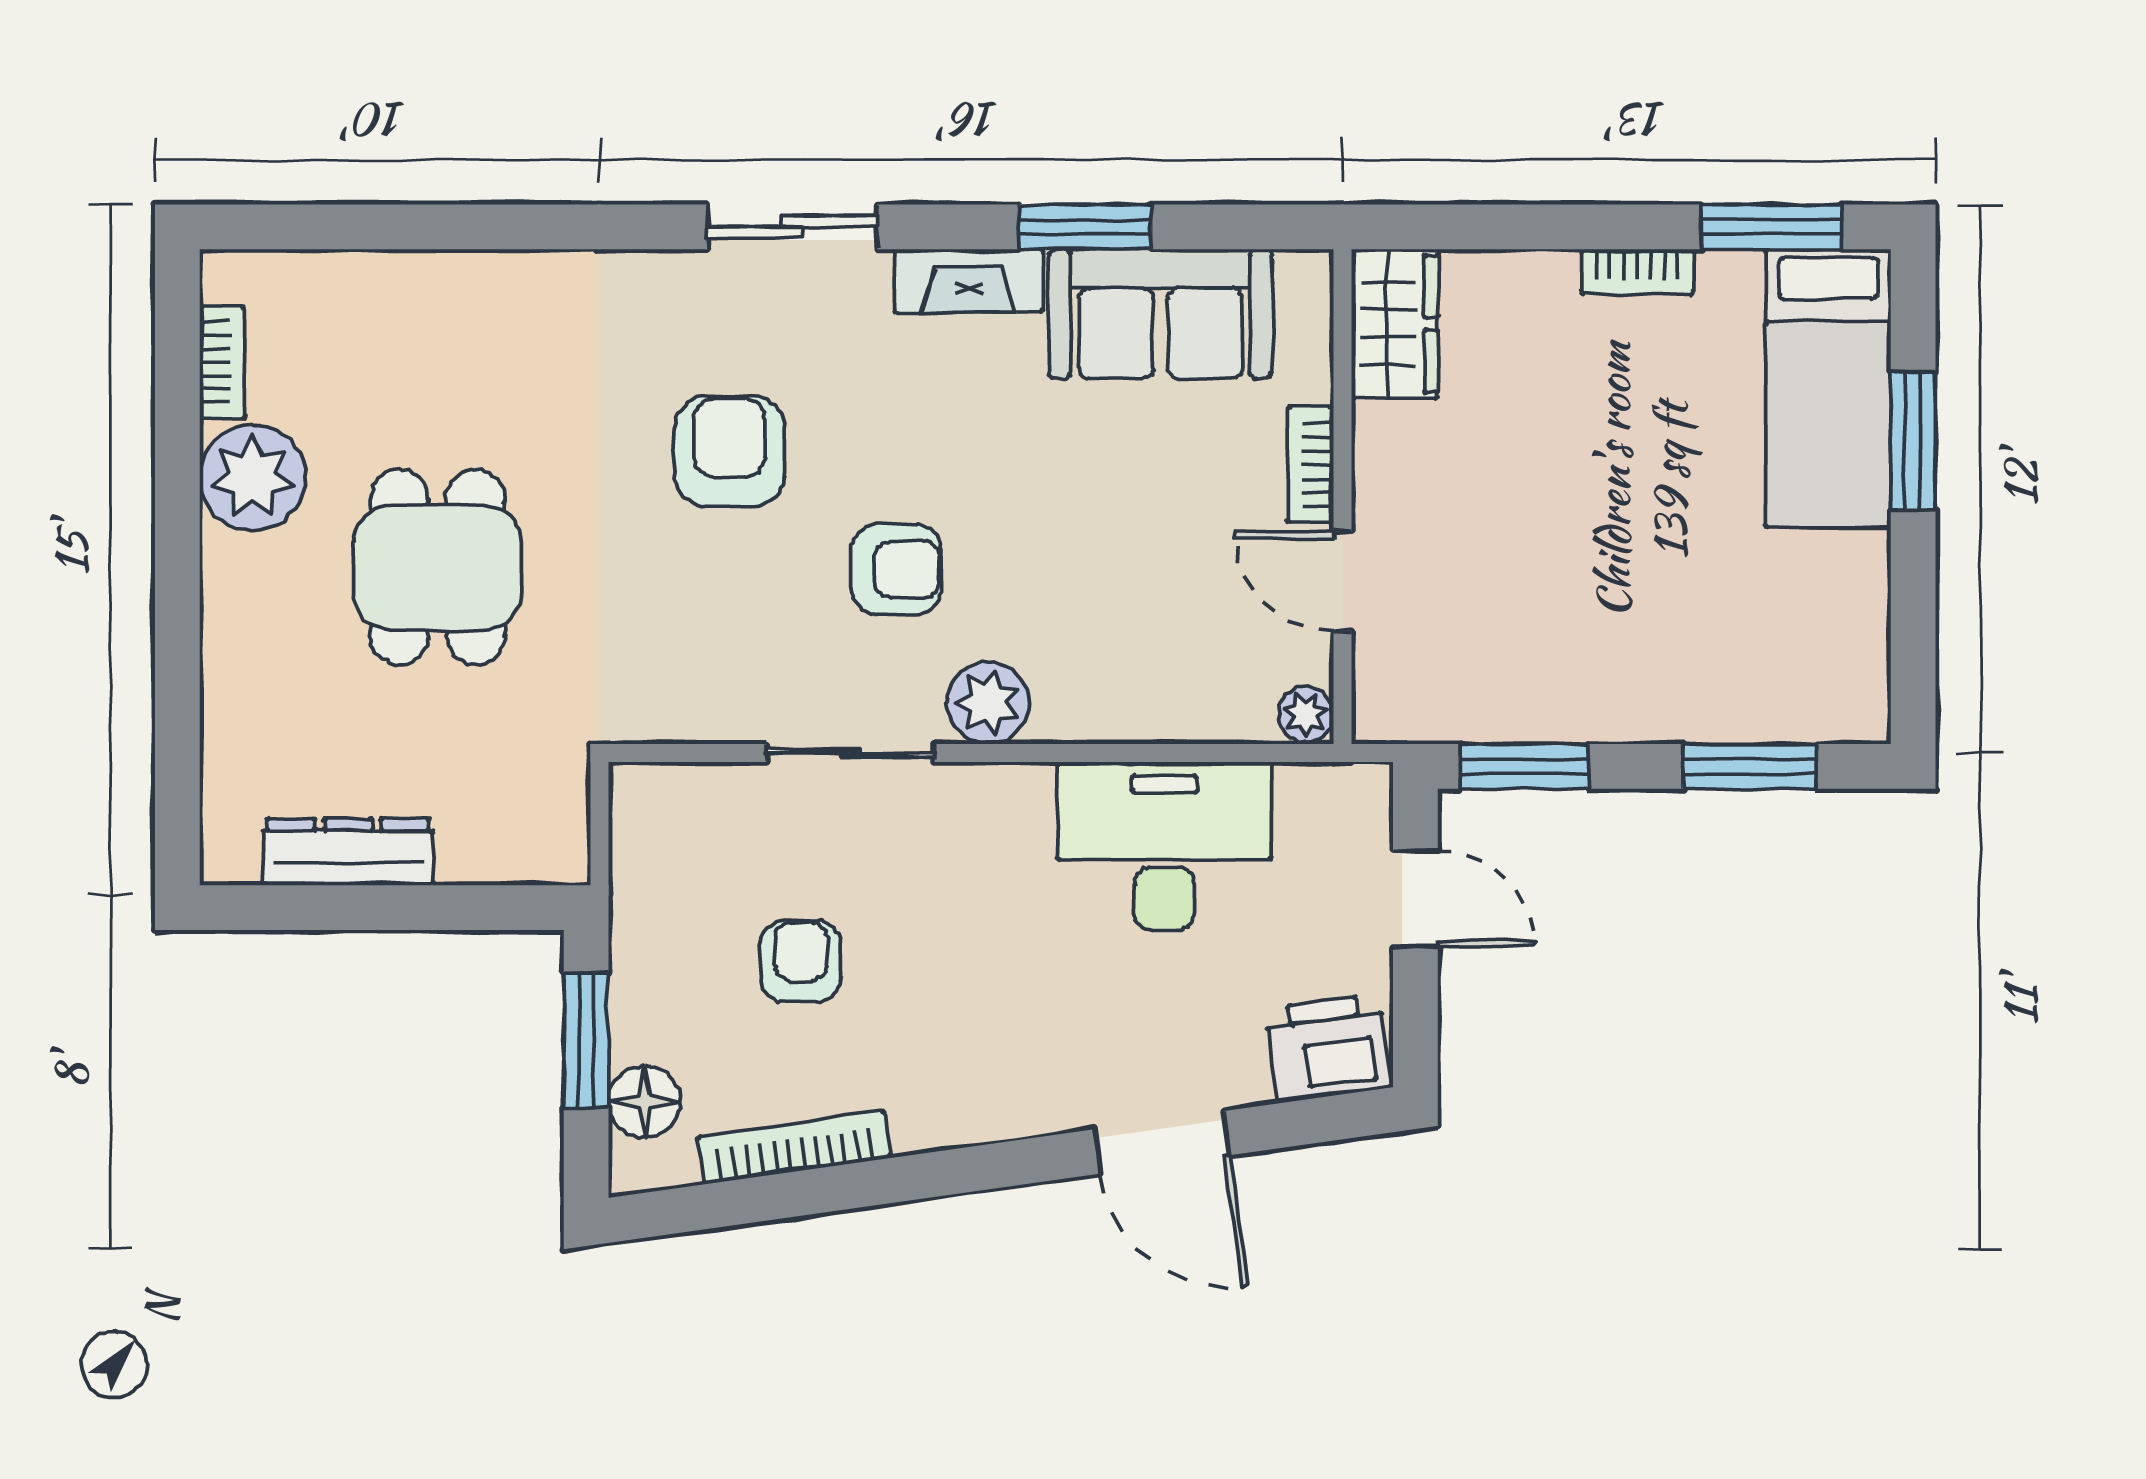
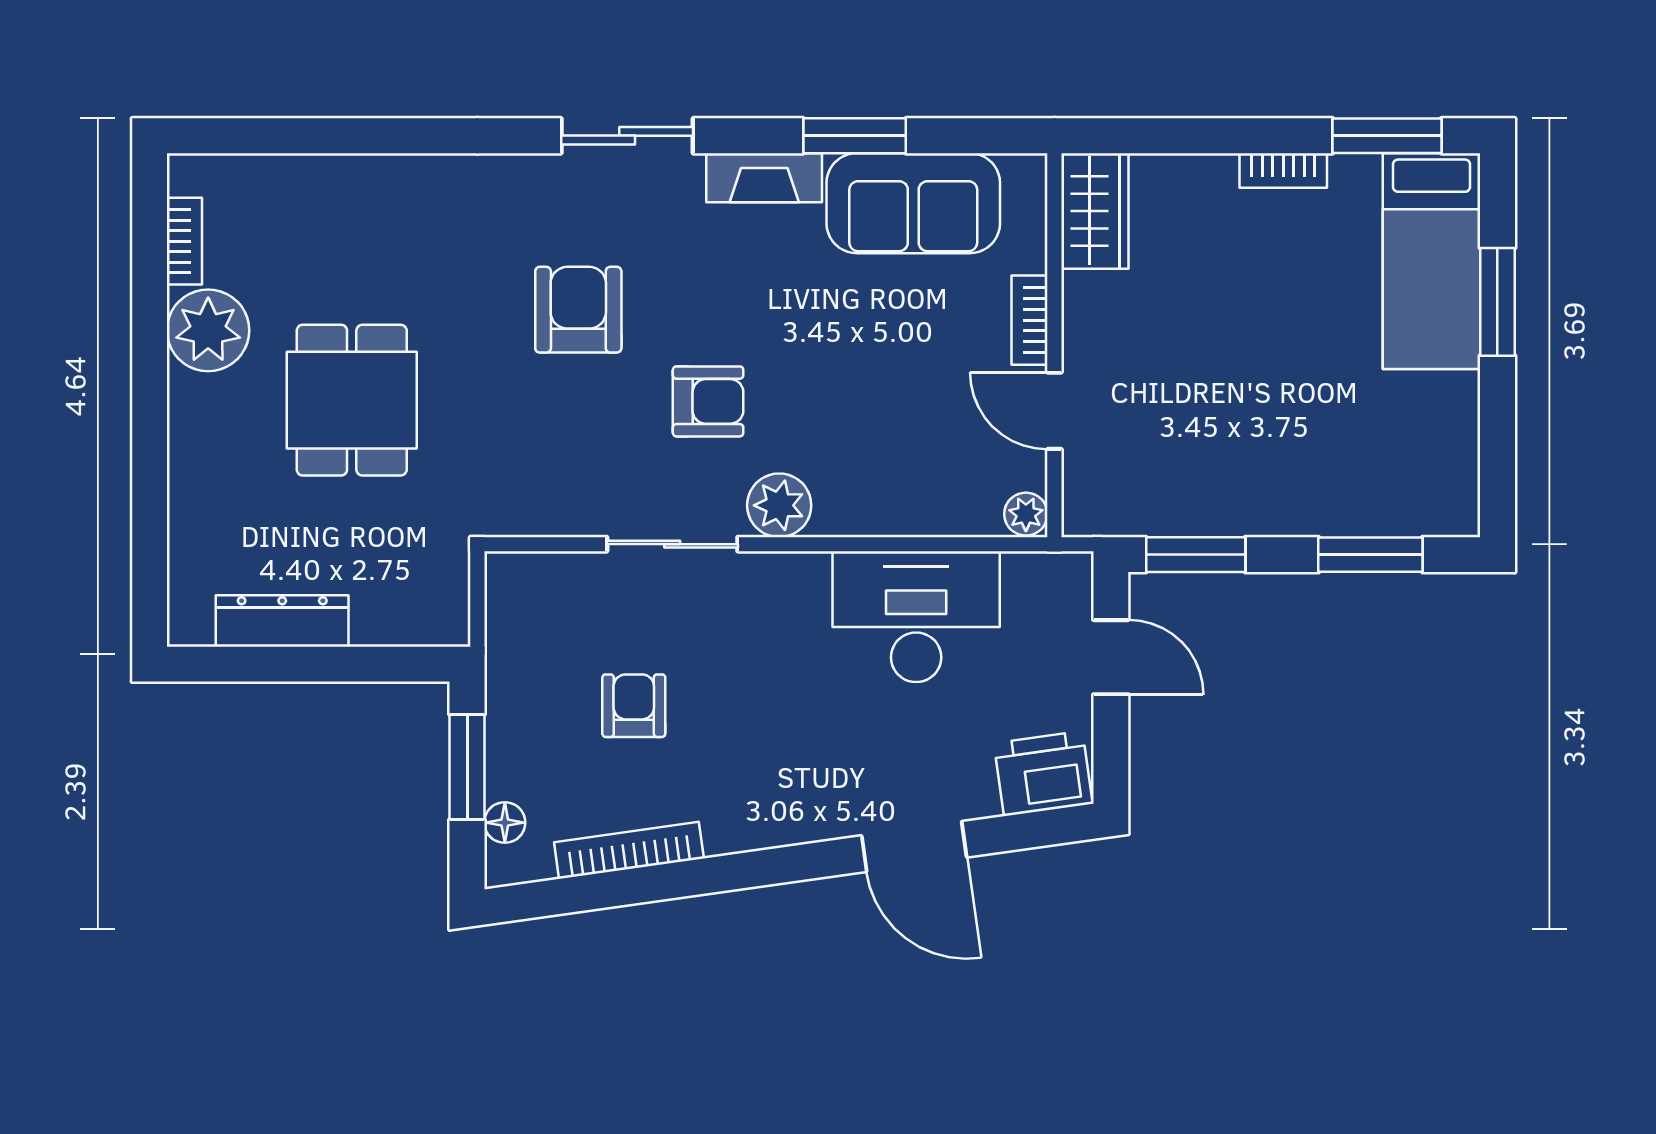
floor lamp: (644, 1102) -> (505, 823), width x0.73, depth x0.73

